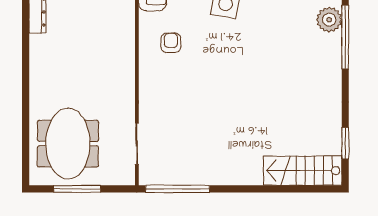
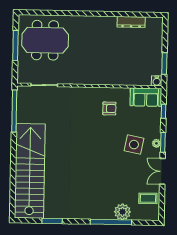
window: (345, 143) -> (52, 221), moved
stairs: (303, 171) -> (30, 171), width x1.86, depth x1.51

